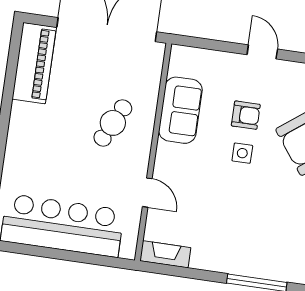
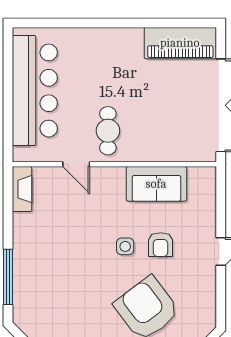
cafe table: (113, 123) -> (108, 131), moved, turned 64
door: (147, 193) -> (76, 164), hinge flipped

